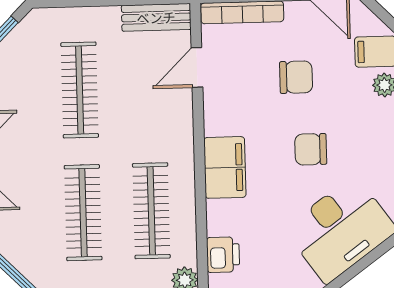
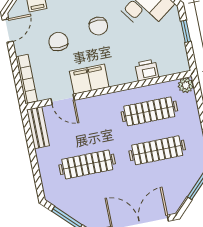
filing cabinet: (225, 167) -> (89, 79), moved
printer: (223, 255) -> (147, 70), moved

